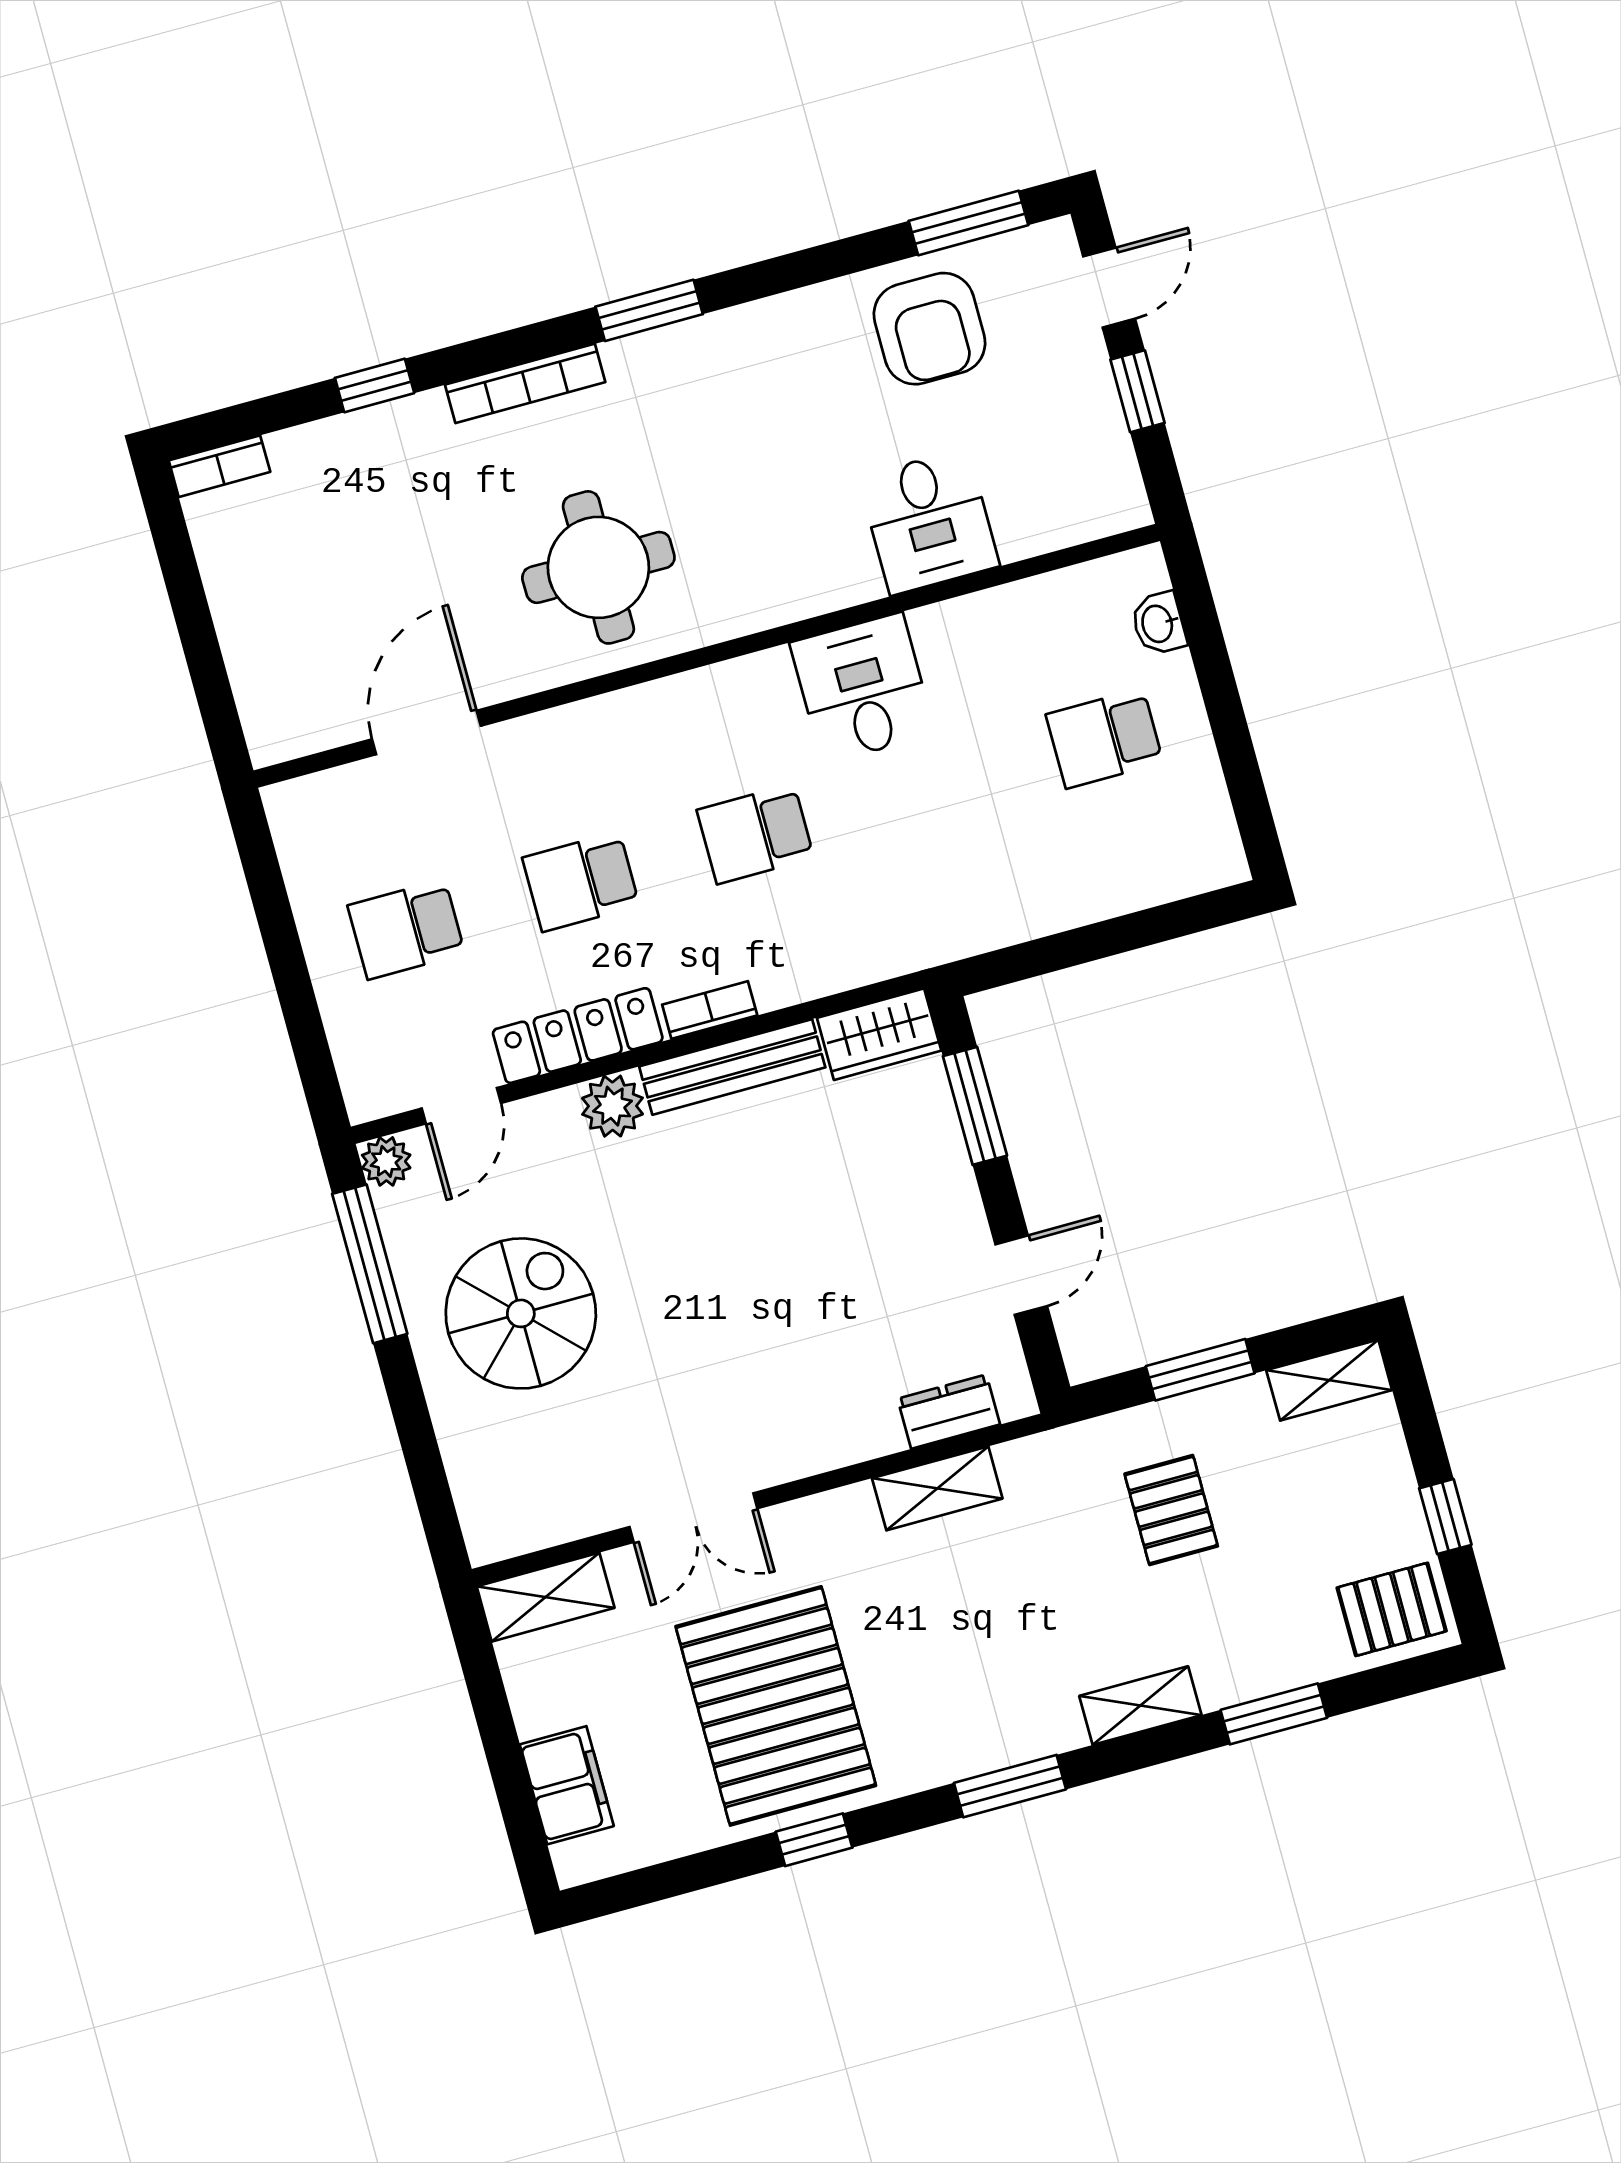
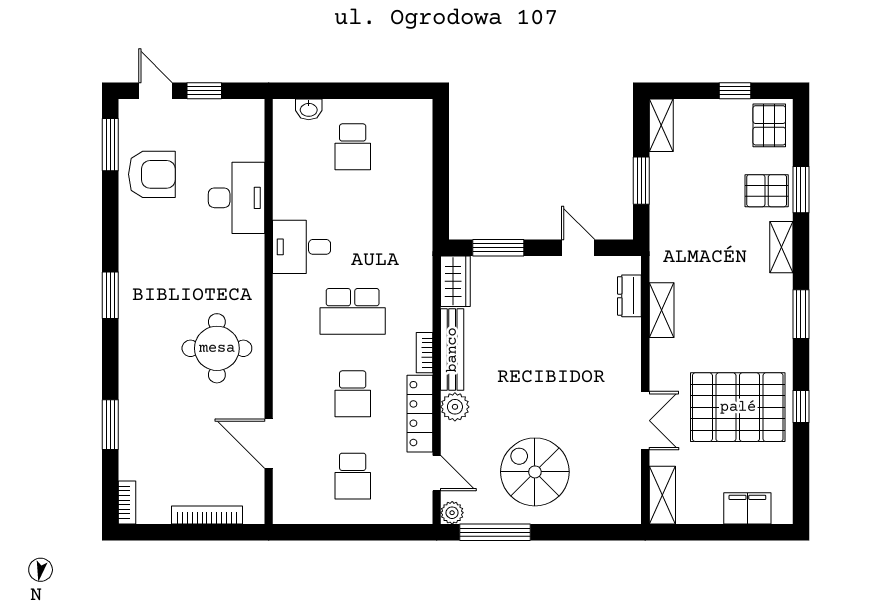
bookcase: (525, 383) -> (207, 515), moved, turned -90
window: (375, 385) -> (110, 425), width x1.50
desk: (929, 522) -> (237, 198), width x1.37
school desk: (755, 834) -> (353, 311), width x1.85
pallet: (1171, 1510) -> (767, 191), moved

